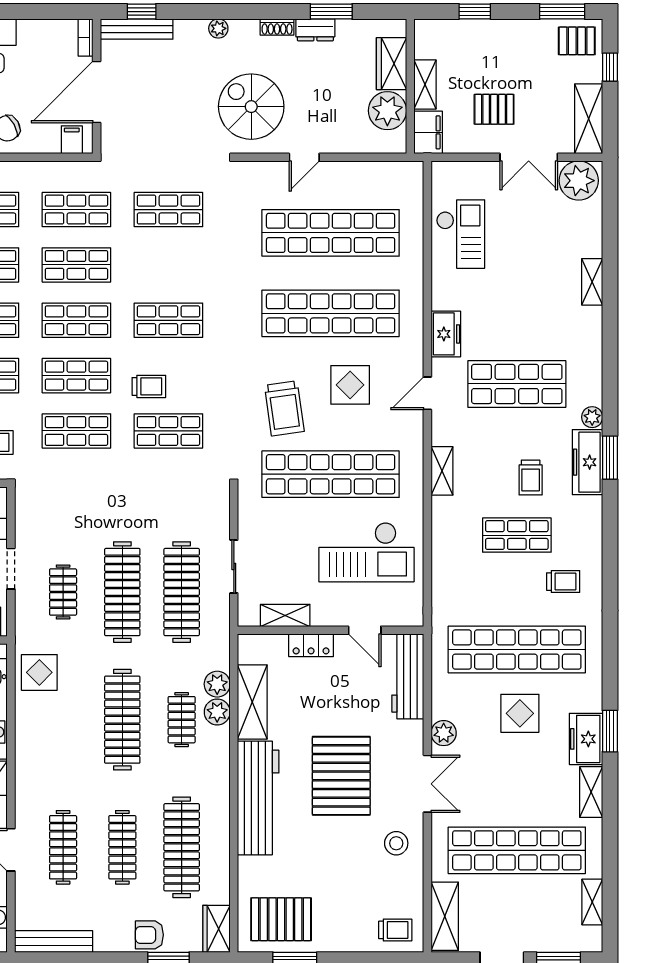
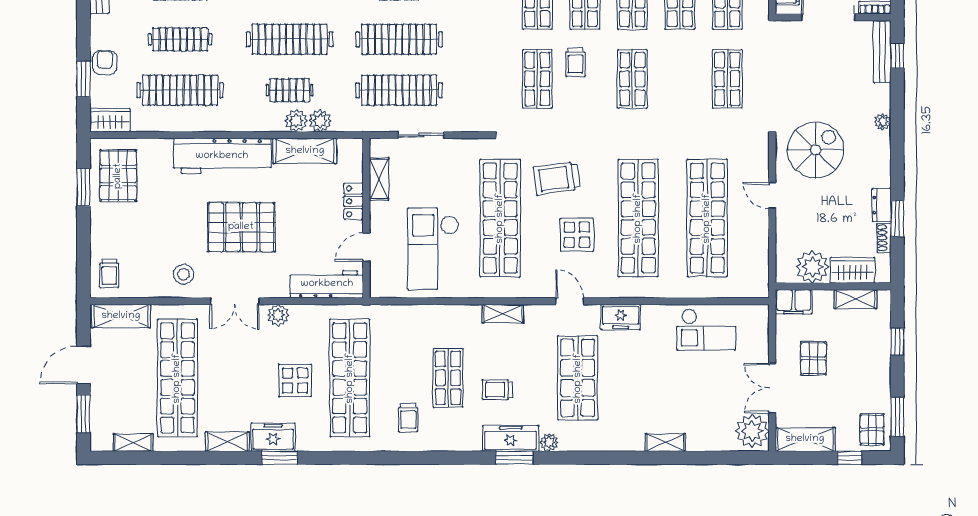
shoe rack: (277, 27) -> (884, 238), moved
shelving: (425, 84) -> (856, 299), moved

